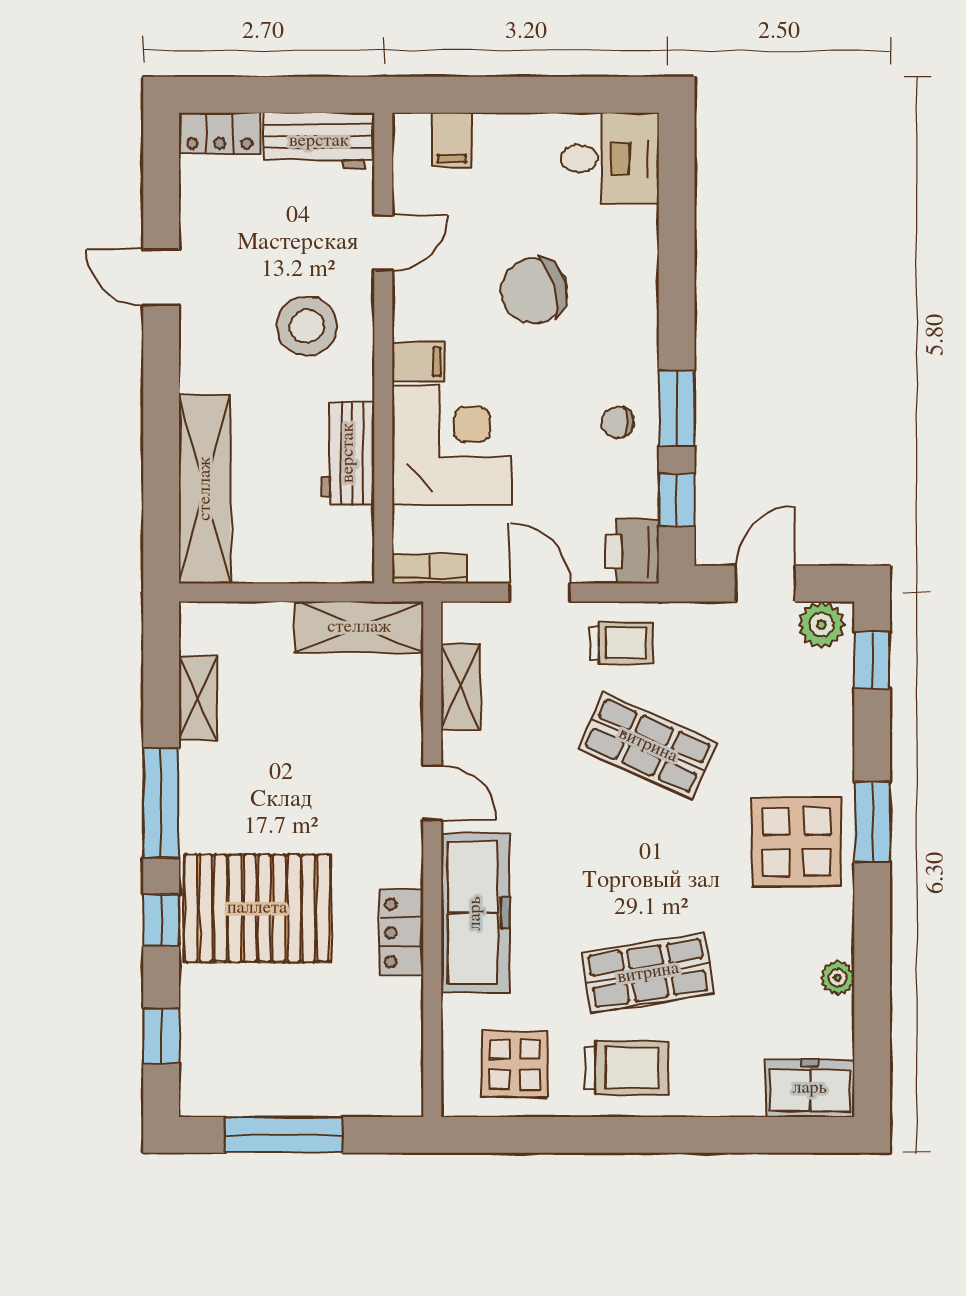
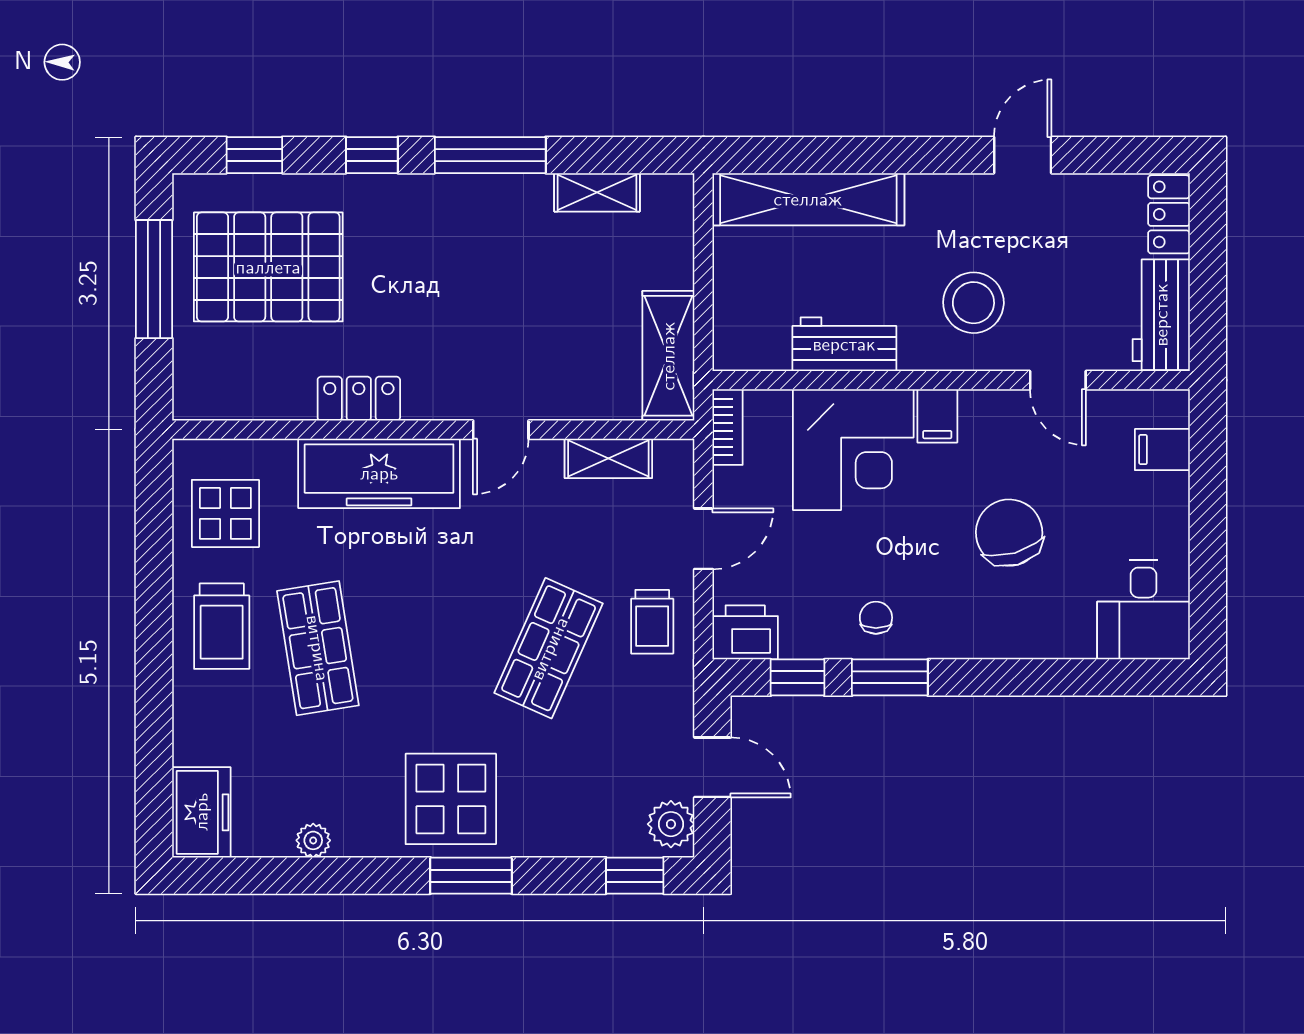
pallet: (257, 908) -> (268, 267), moved, turned 90

